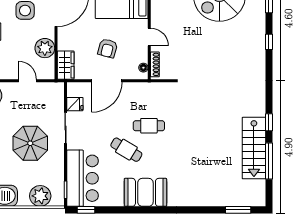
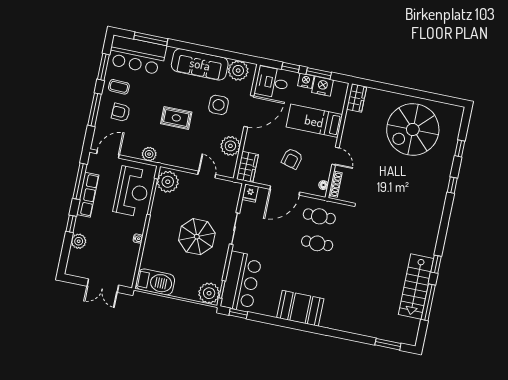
fridge: (75, 104) -> (250, 193), moved, turned 90
cafe table: (126, 150) -> (319, 216), moved, turned -31
plant: (40, 196) -> (209, 293), moved

